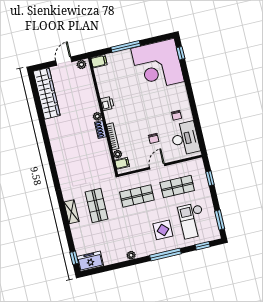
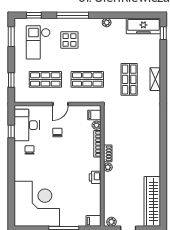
window: (181, 53) -> (11, 132), moved
checkout: (192, 221) -> (38, 42), turned 180
freezer: (90, 261) -> (143, 26), width x1.40

